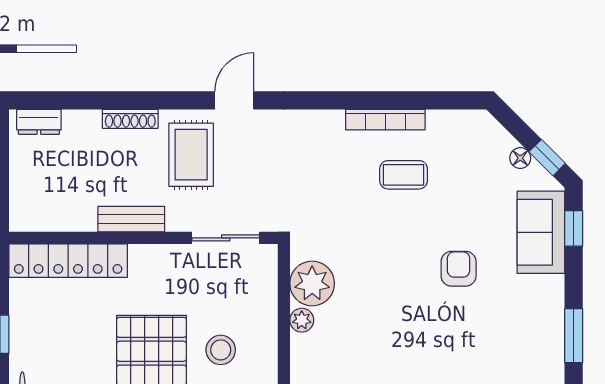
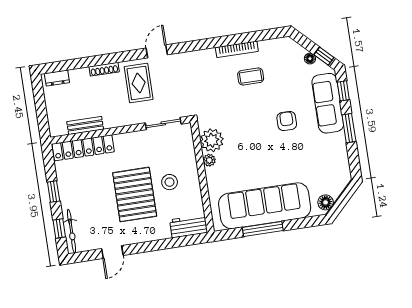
bench: (131, 219) -> (85, 125), moved
sofa: (541, 232) -> (328, 103), width x1.36
window: (574, 336) -> (349, 128), moved

